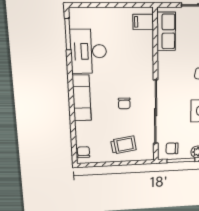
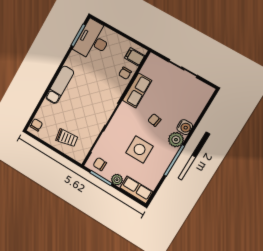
row of seats: (166, 31) -> (137, 90), moved
desk: (88, 51) -> (93, 40), moved
chair: (124, 103) -> (125, 73), moved

